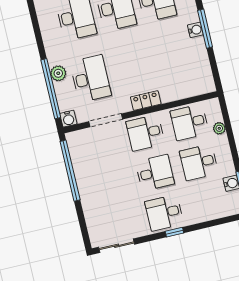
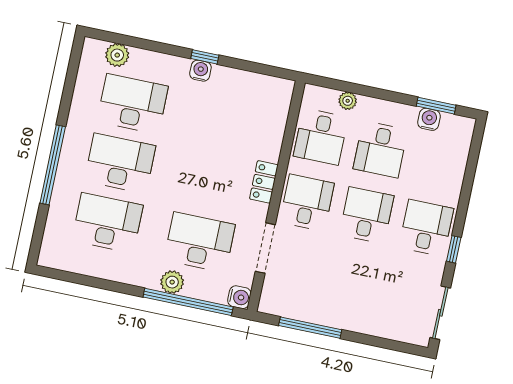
window: (205, 29) -> (205, 57), width x0.46
desk: (145, 133) -> (307, 203), turned 180
window: (70, 171) -> (310, 328), width x0.68
desk: (164, 213) -> (426, 228), turned 180
window: (174, 232) -> (454, 249), moved

